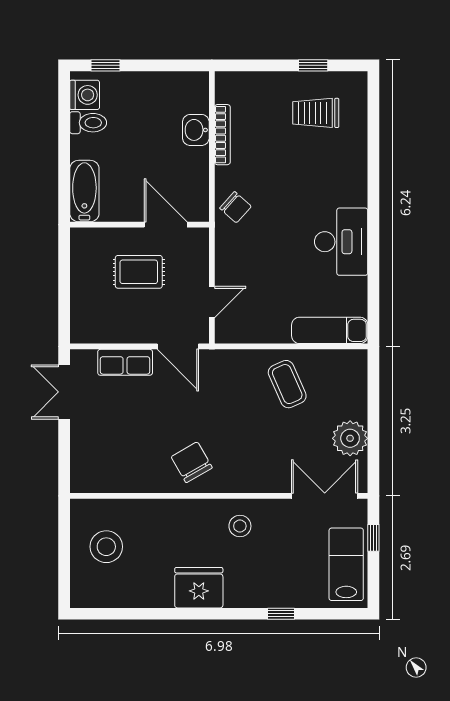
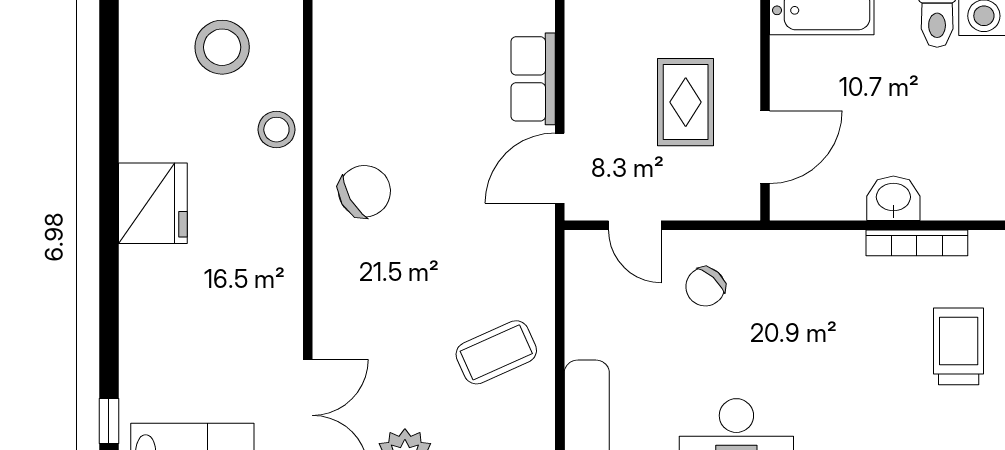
trolley: (316, 113) -> (959, 346), moved
washbasin: (196, 130) -> (893, 198), moved
chair: (236, 207) -> (705, 287), moved
stool: (240, 526) -> (276, 130), moved
window: (281, 614) -> (109, 421), moved

